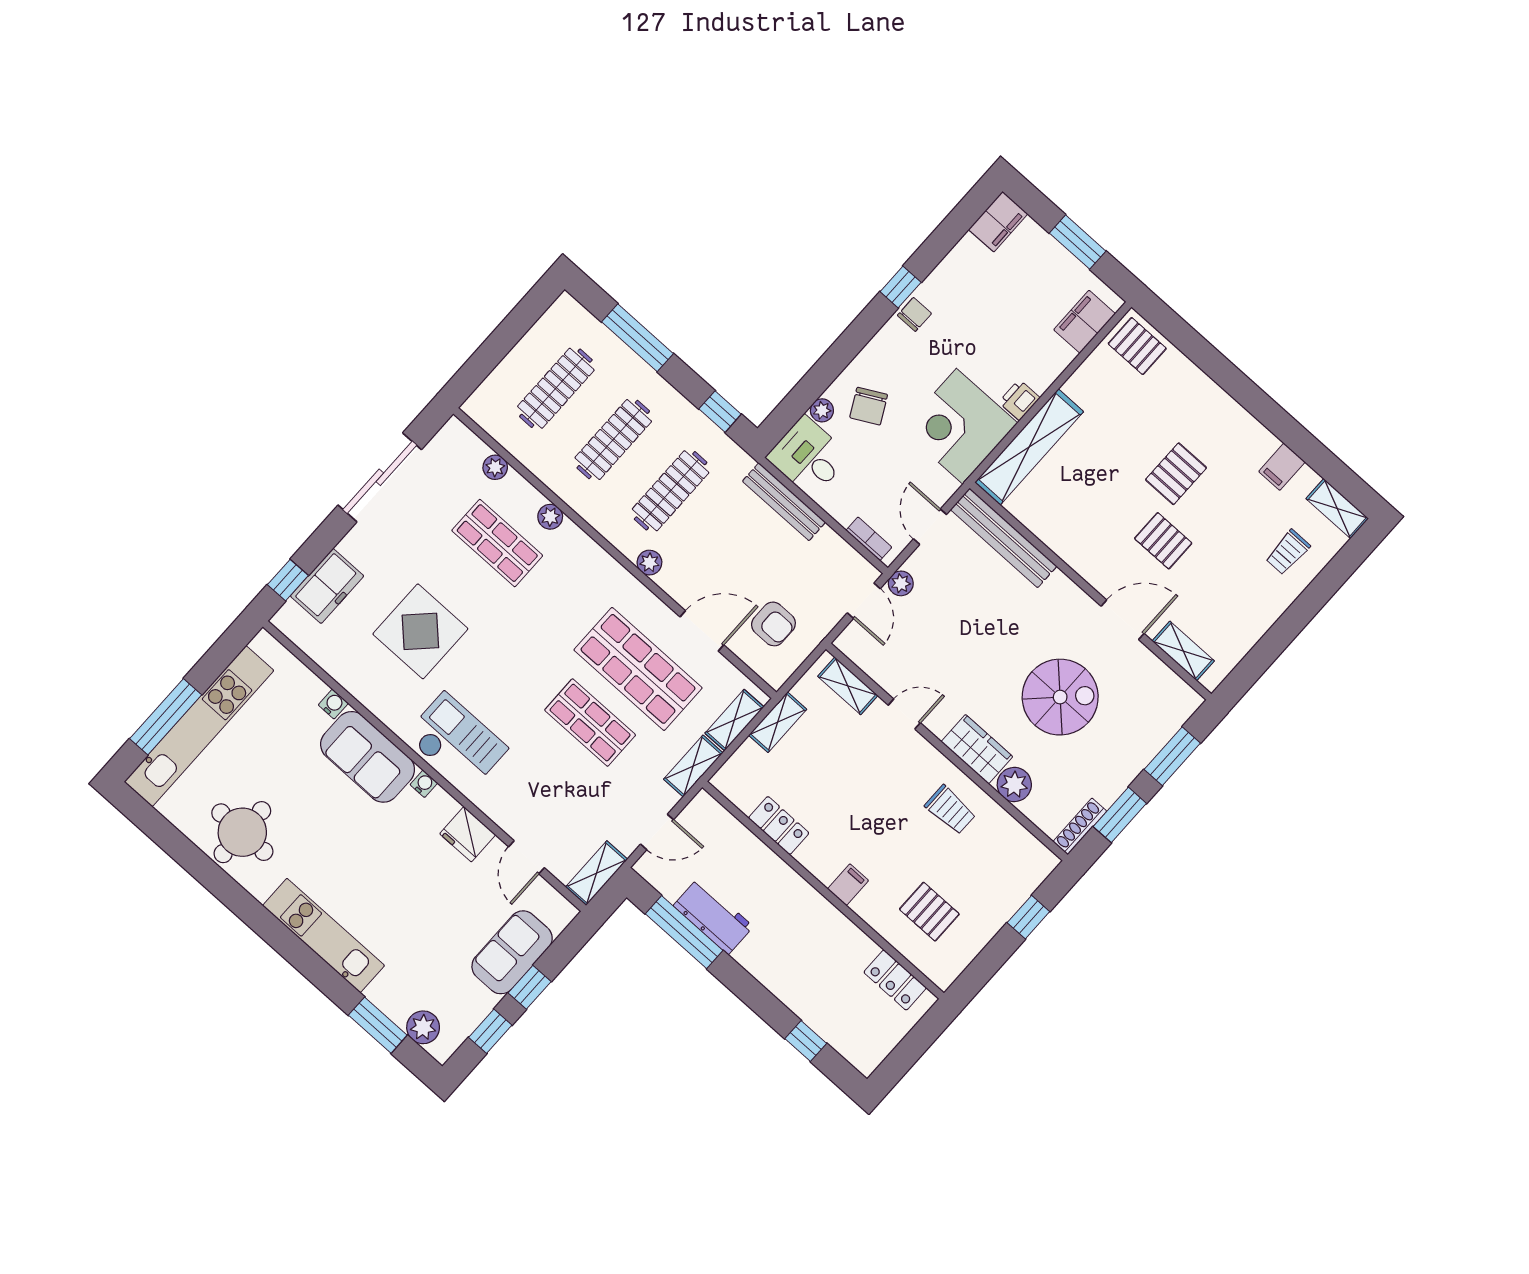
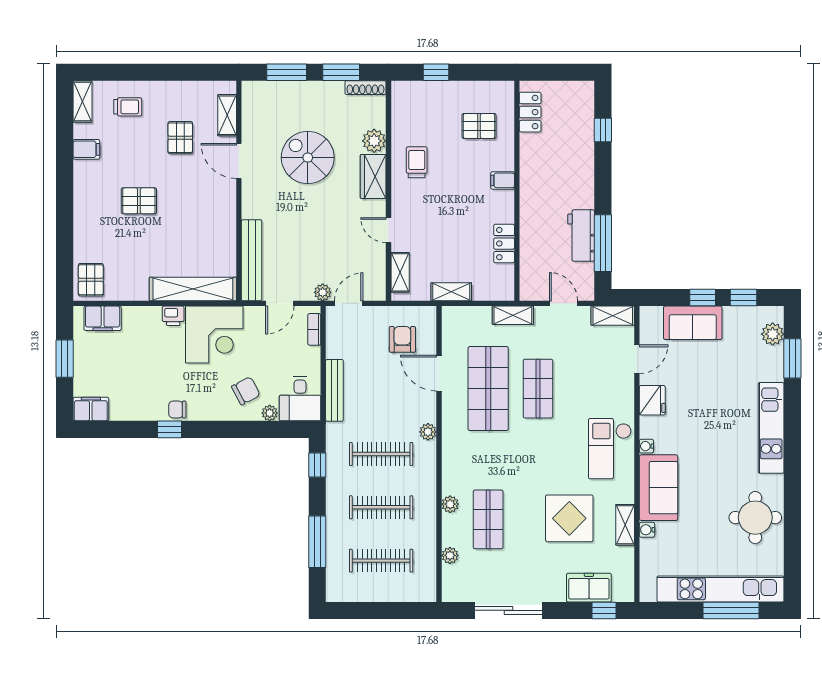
pallet: (1163, 541) -> (180, 138), moved
shelving: (734, 720) -> (625, 525), moved, turned 90
pallet: (929, 912) -> (479, 126), turned 90

